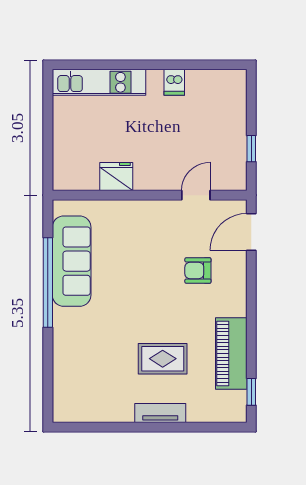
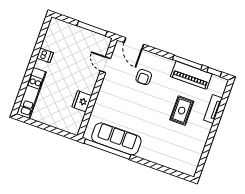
window: (251, 149) -> (92, 29), width x2.17
window: (48, 282) -> (107, 149), moved
window: (251, 338) -> (187, 62), added
tv unit: (160, 413) -> (213, 109), moved

